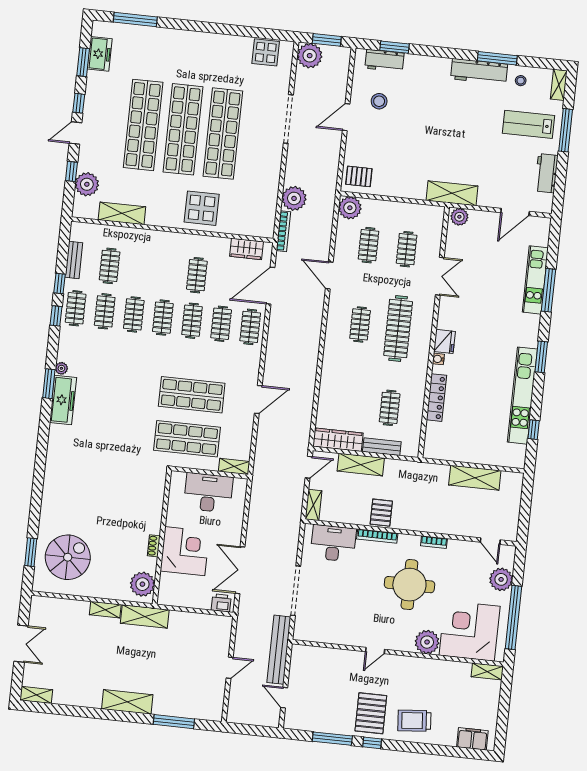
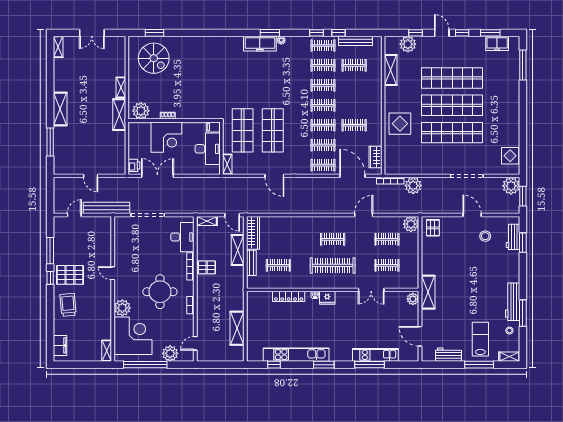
bench: (74, 260) -> (356, 41), width x1.36
filing cabinet: (177, 481) -> (213, 127), added

